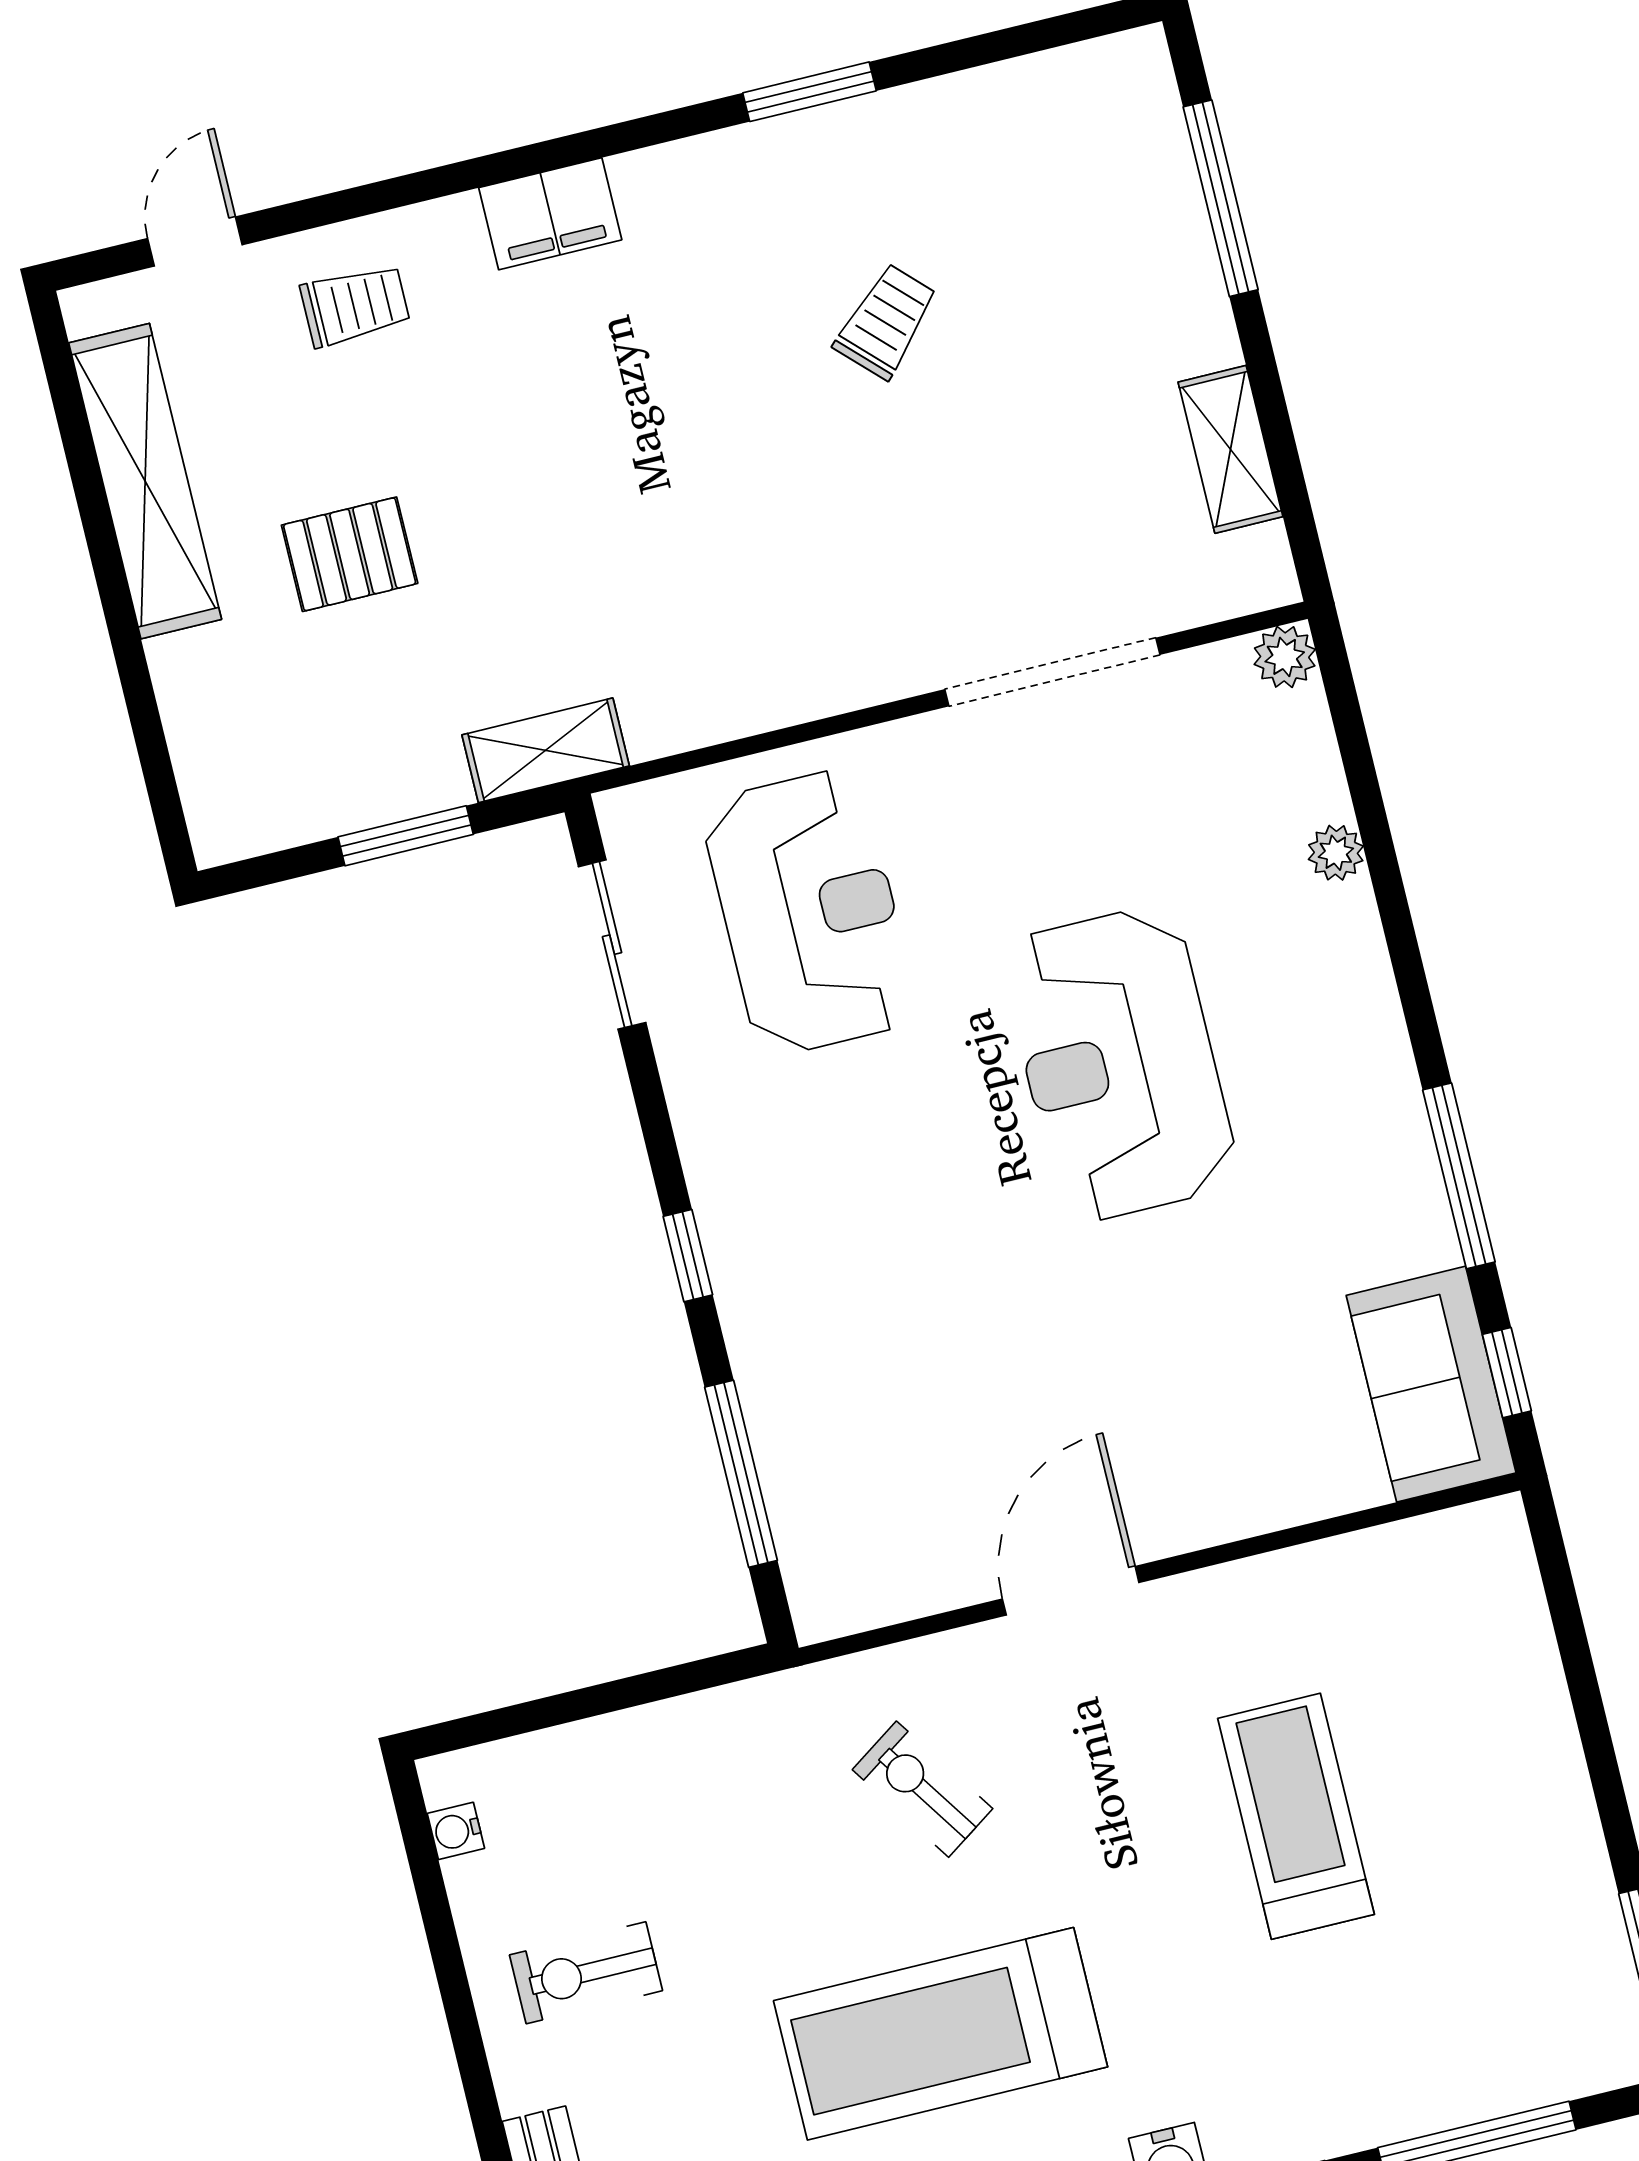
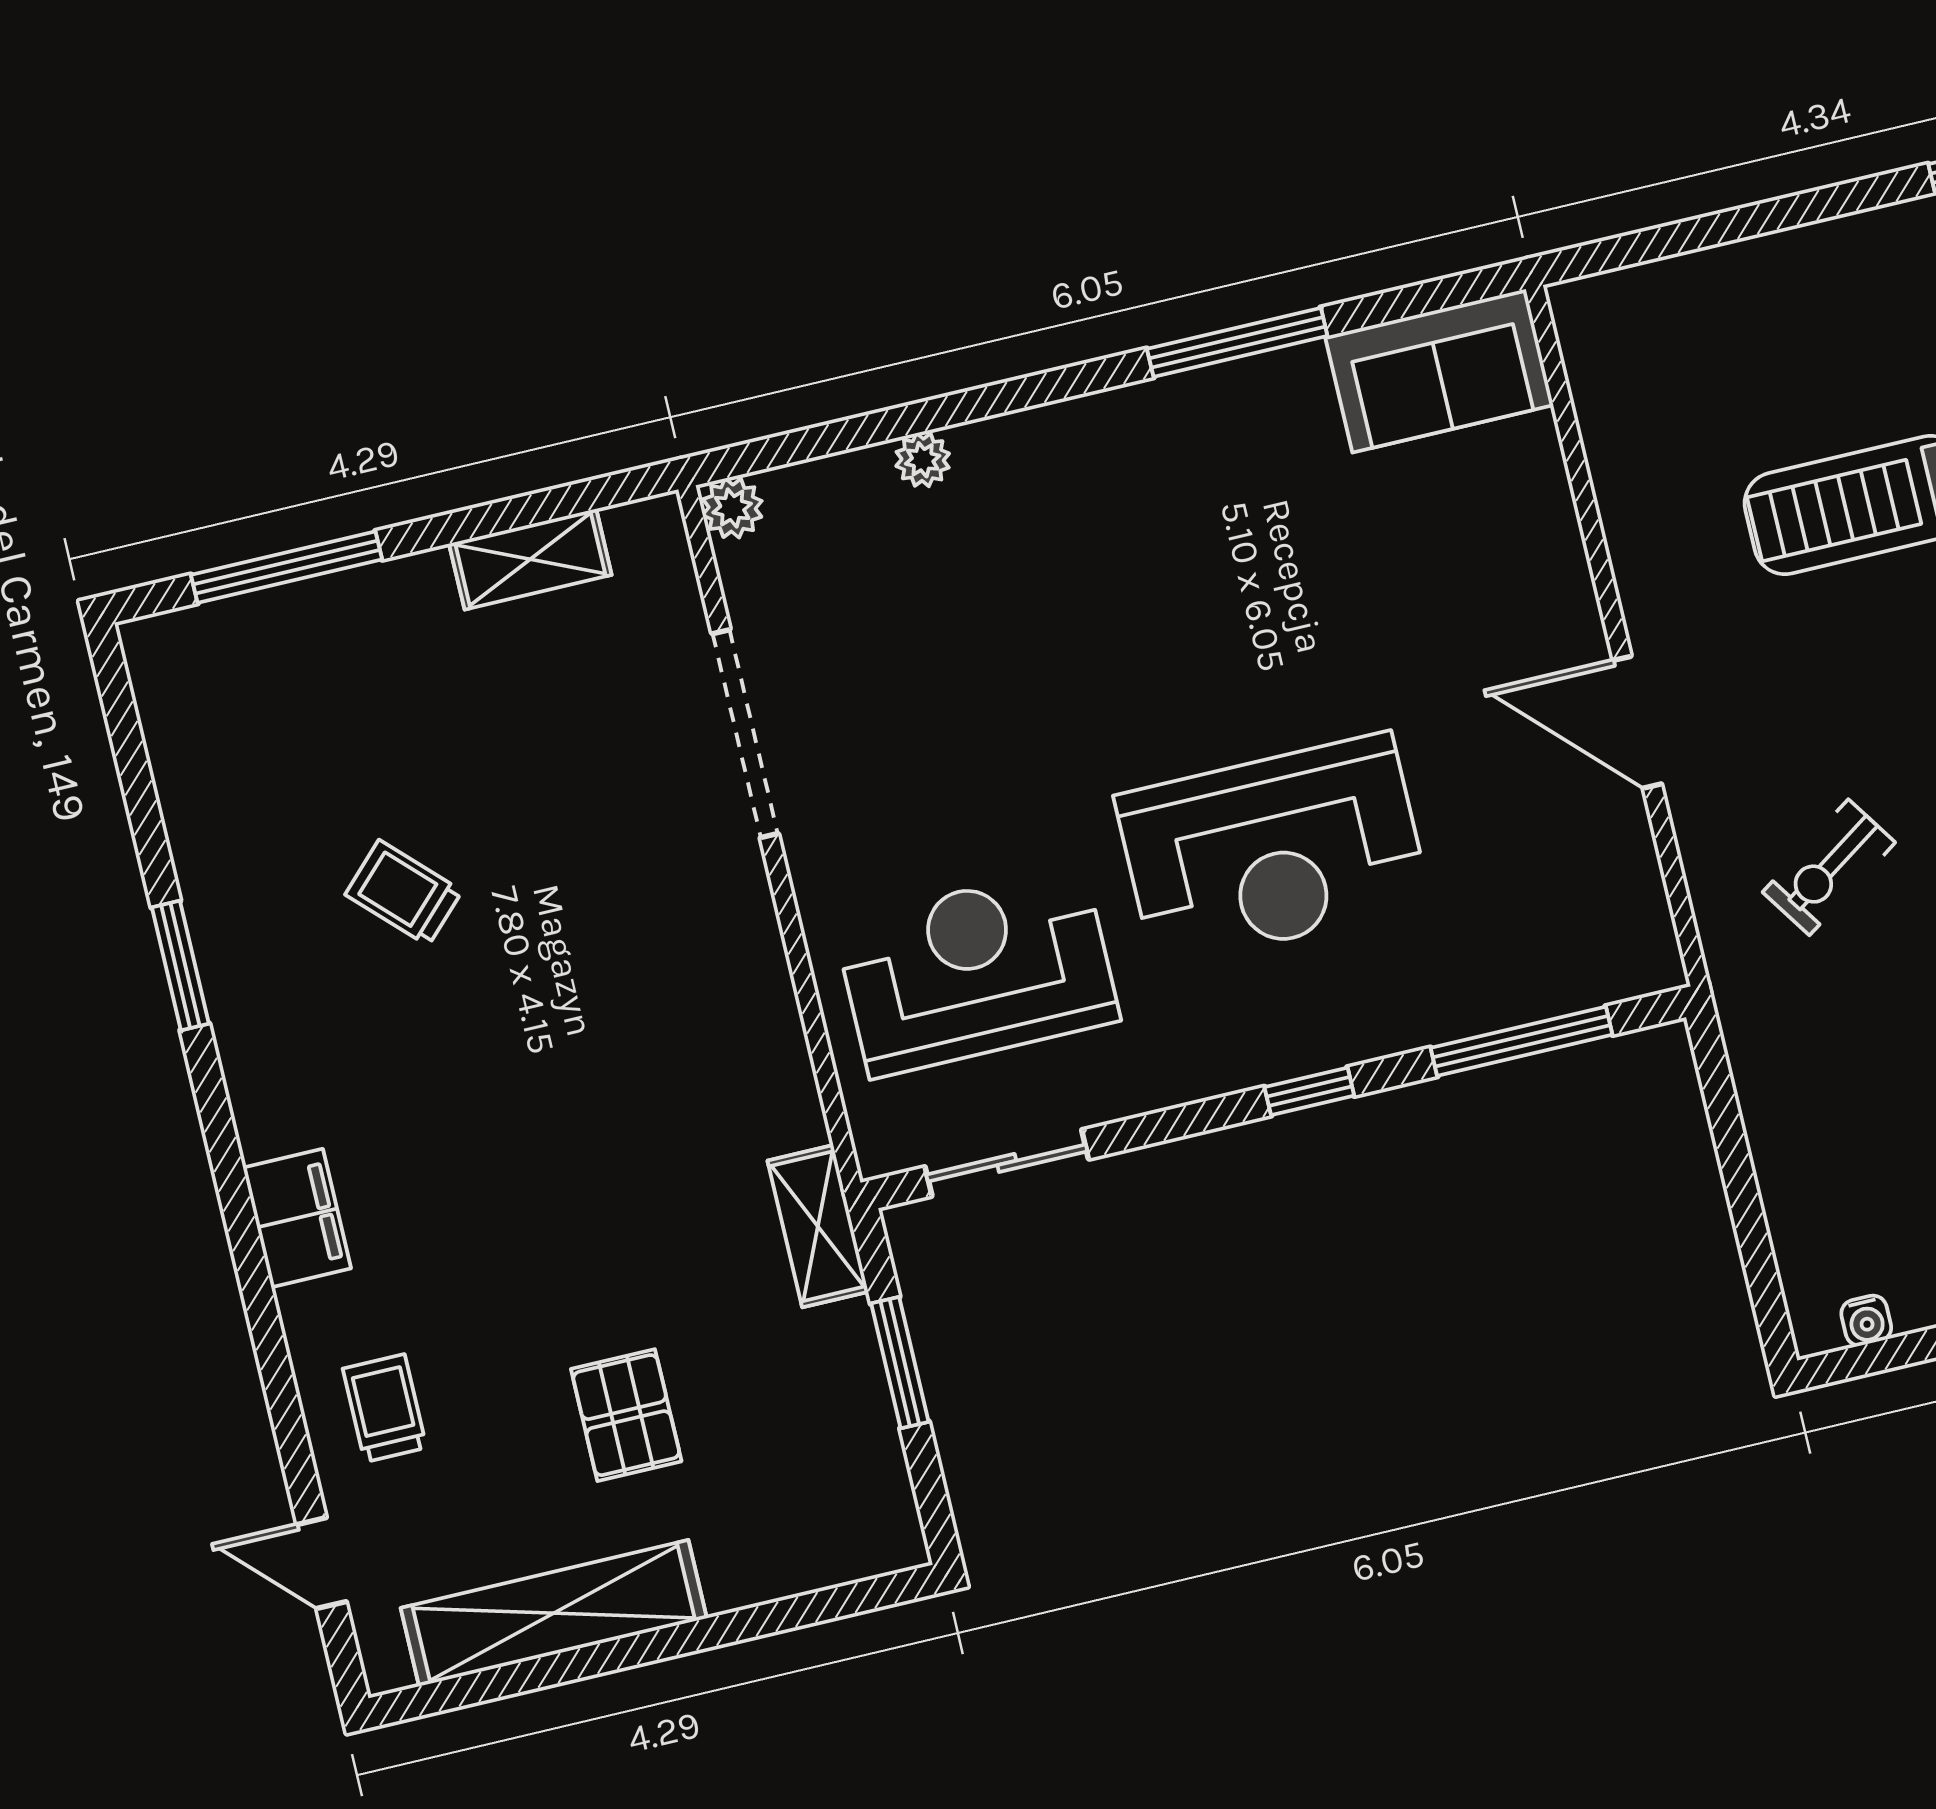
reception desk: (1120, 1064) -> (1273, 850), moved
window: (1507, 1373) -> (1428, 297), removed

